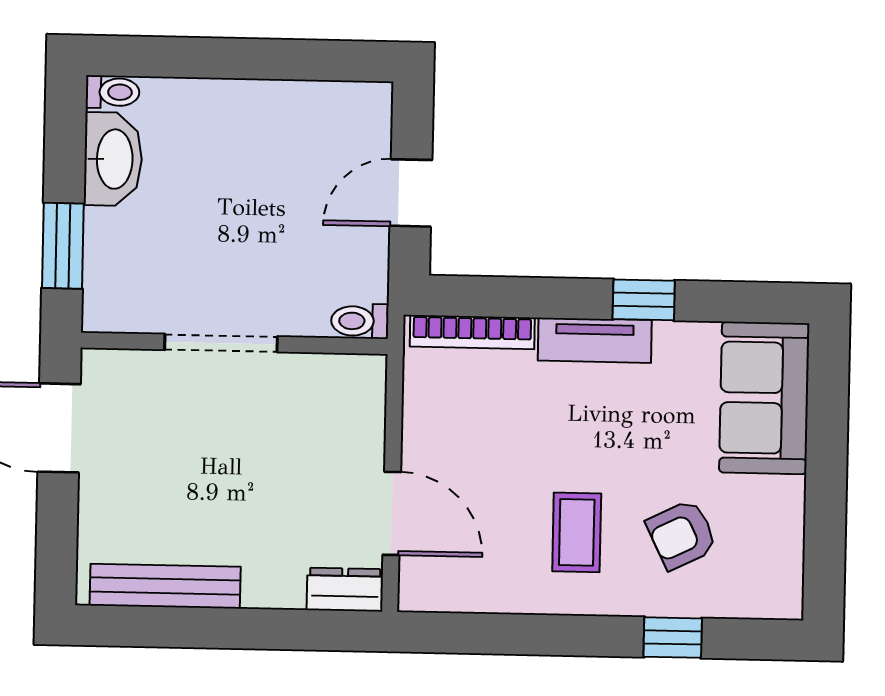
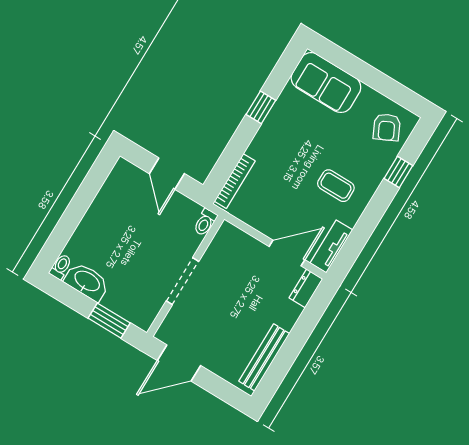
tv unit: (595, 340) -> (331, 247), moved, turned 180
armchair: (682, 535) -> (387, 127), moved

